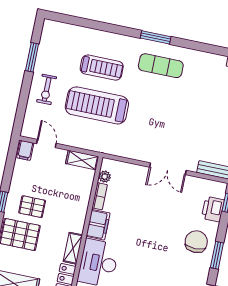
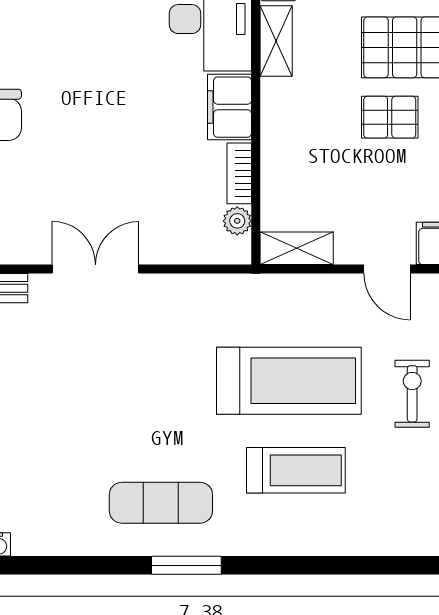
treadmill: (102, 68) -> (296, 470), turned 180

